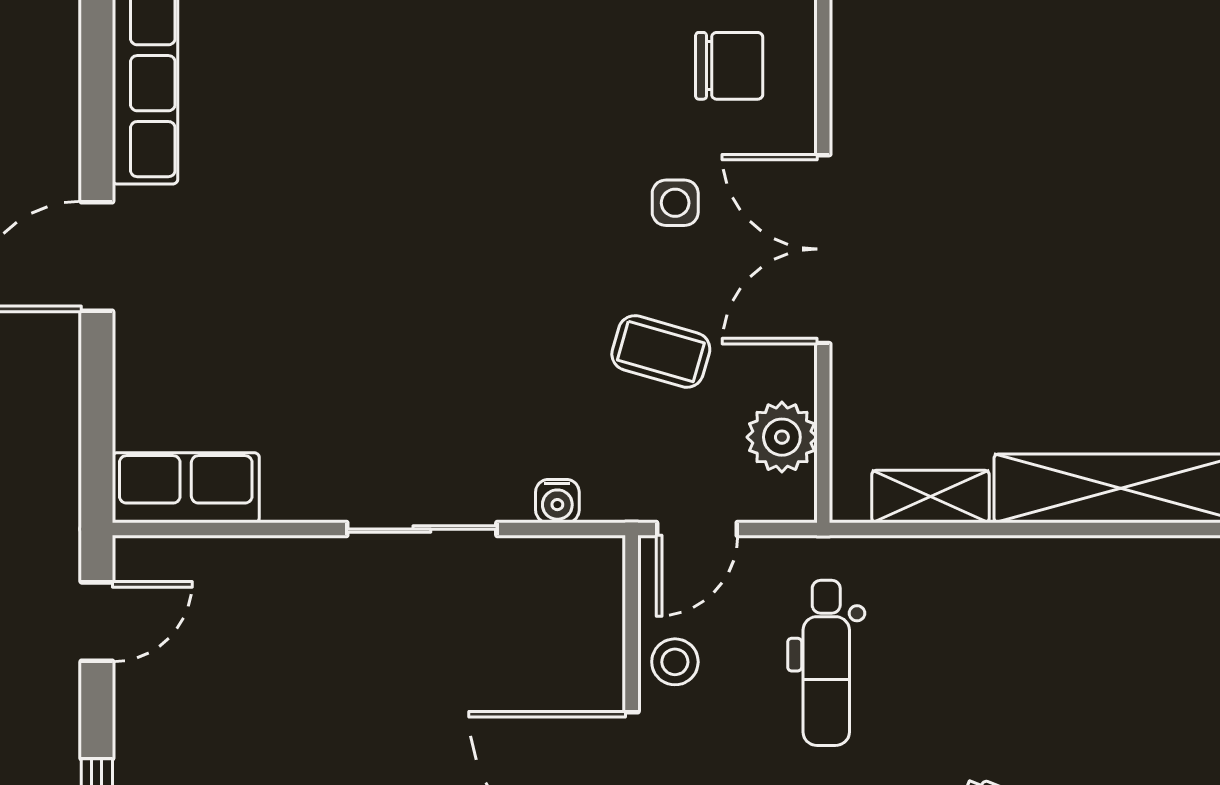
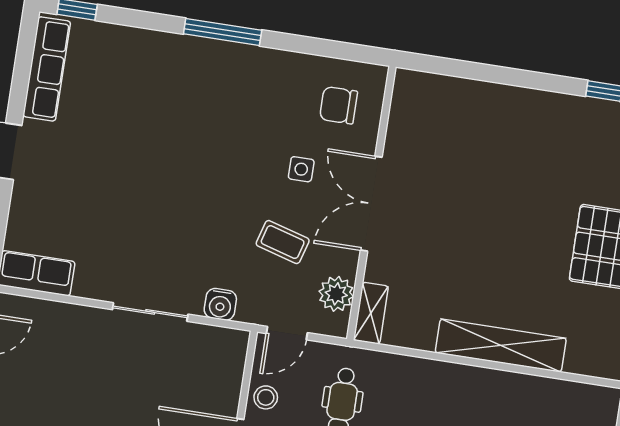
chair: (729, 66) -> (339, 105), turned 180
shelving: (931, 496) -> (371, 313), moved, turned 90
water cooler: (557, 501) -> (220, 304), width x1.38, depth x1.38

